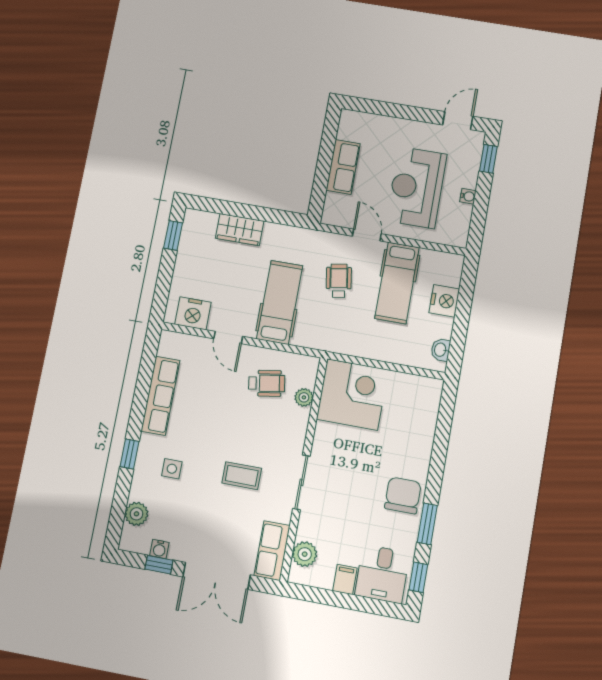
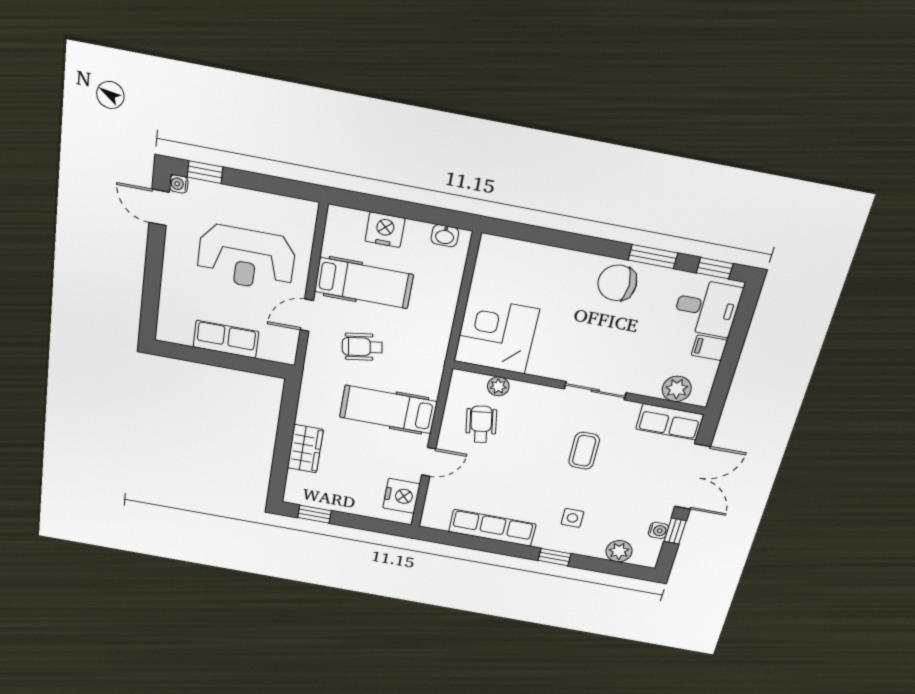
water cooler: (468, 196) -> (179, 184), moved, turned -90

